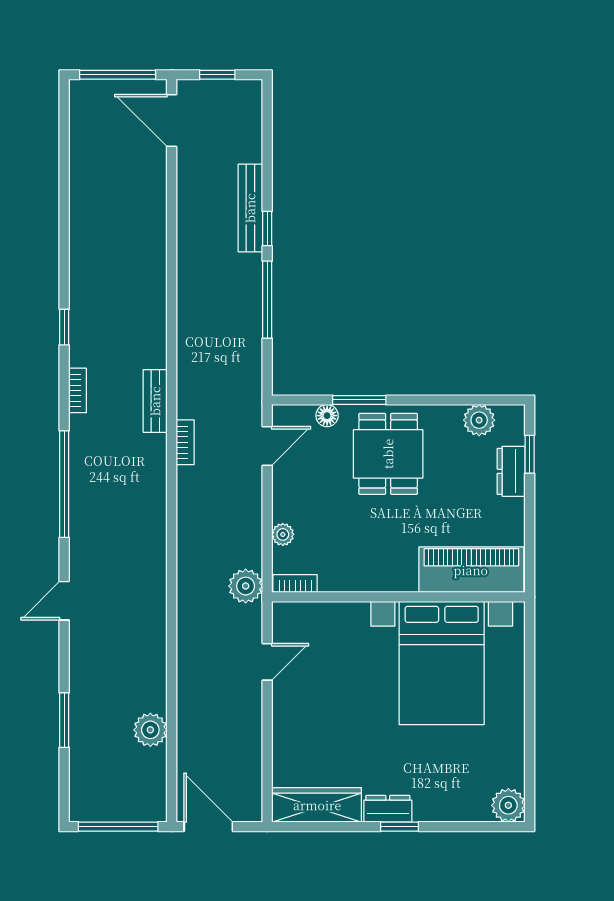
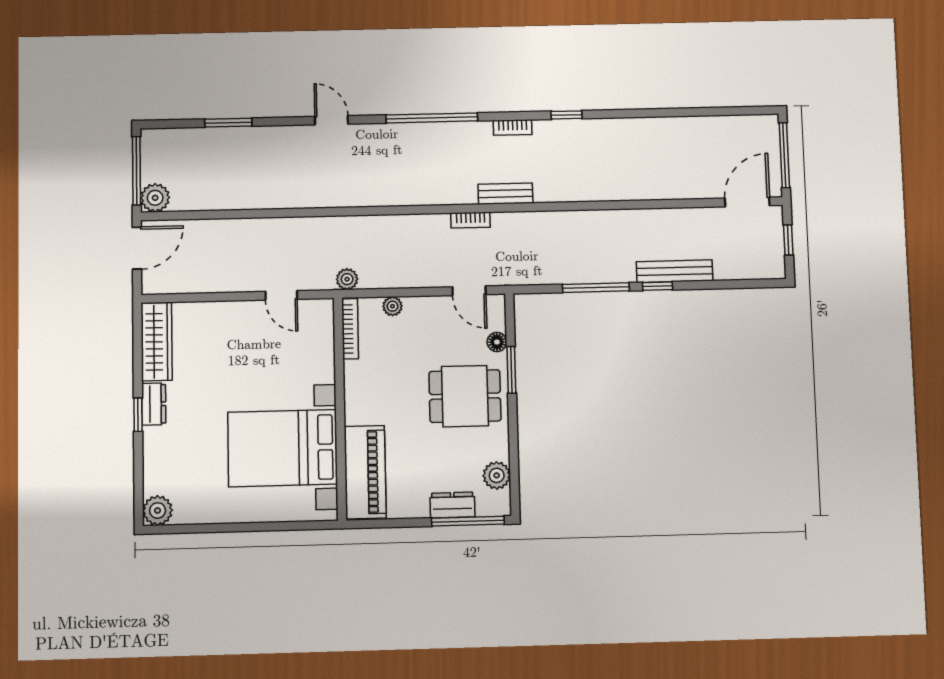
window: (530, 454) -> (468, 521), width x2.17
bookcase: (295, 584) -> (350, 329), width x1.56
plant: (246, 586) -> (347, 279), width x0.73, depth x0.73
plant: (150, 730) -> (155, 198), moved

